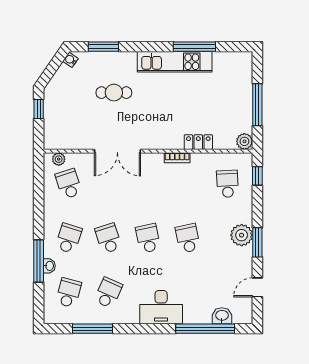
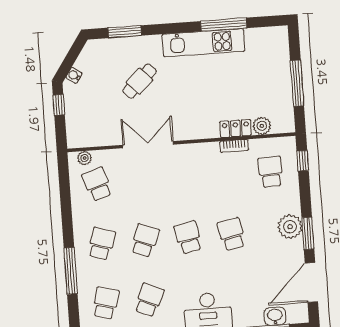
water cooler: (70, 60) -> (74, 75), moved
cafe table: (114, 93) -> (140, 81), turned -43
plant: (244, 141) -> (262, 126), moved
double door: (117, 151) -> (148, 145), swing flipped
bookcase: (177, 158) -> (234, 146), moved
school desk: (108, 238) -> (145, 241), turned 39
washbasin: (49, 266) -> (83, 275), removed
door: (257, 287) -> (311, 282), width x1.88

